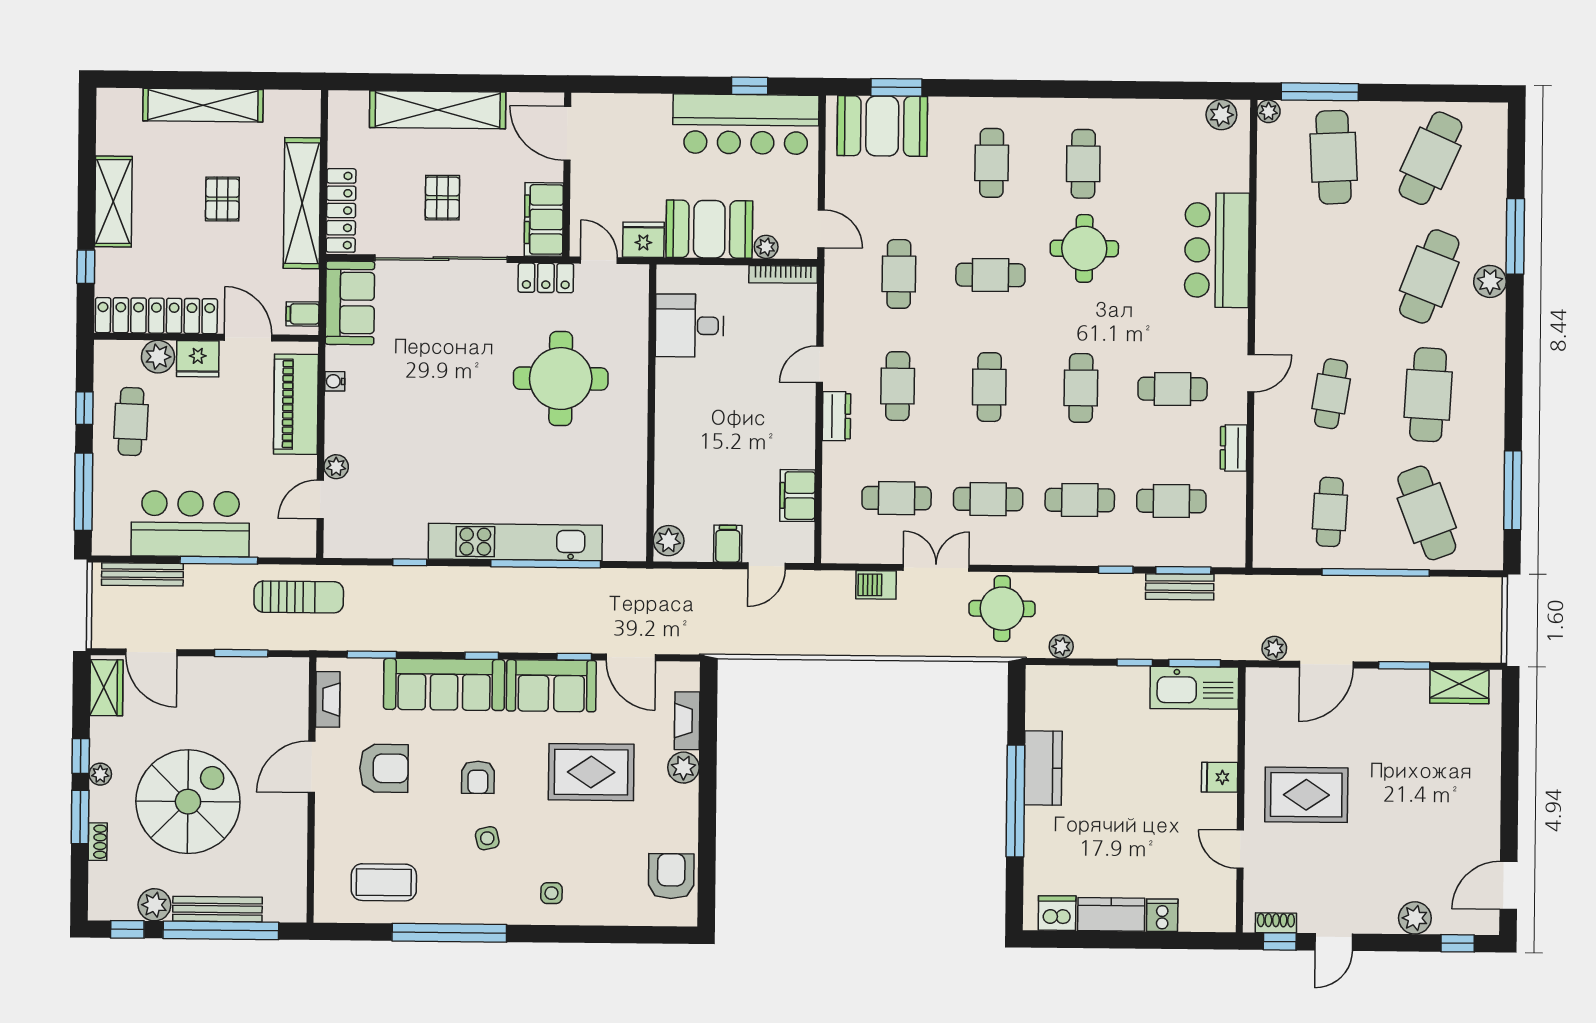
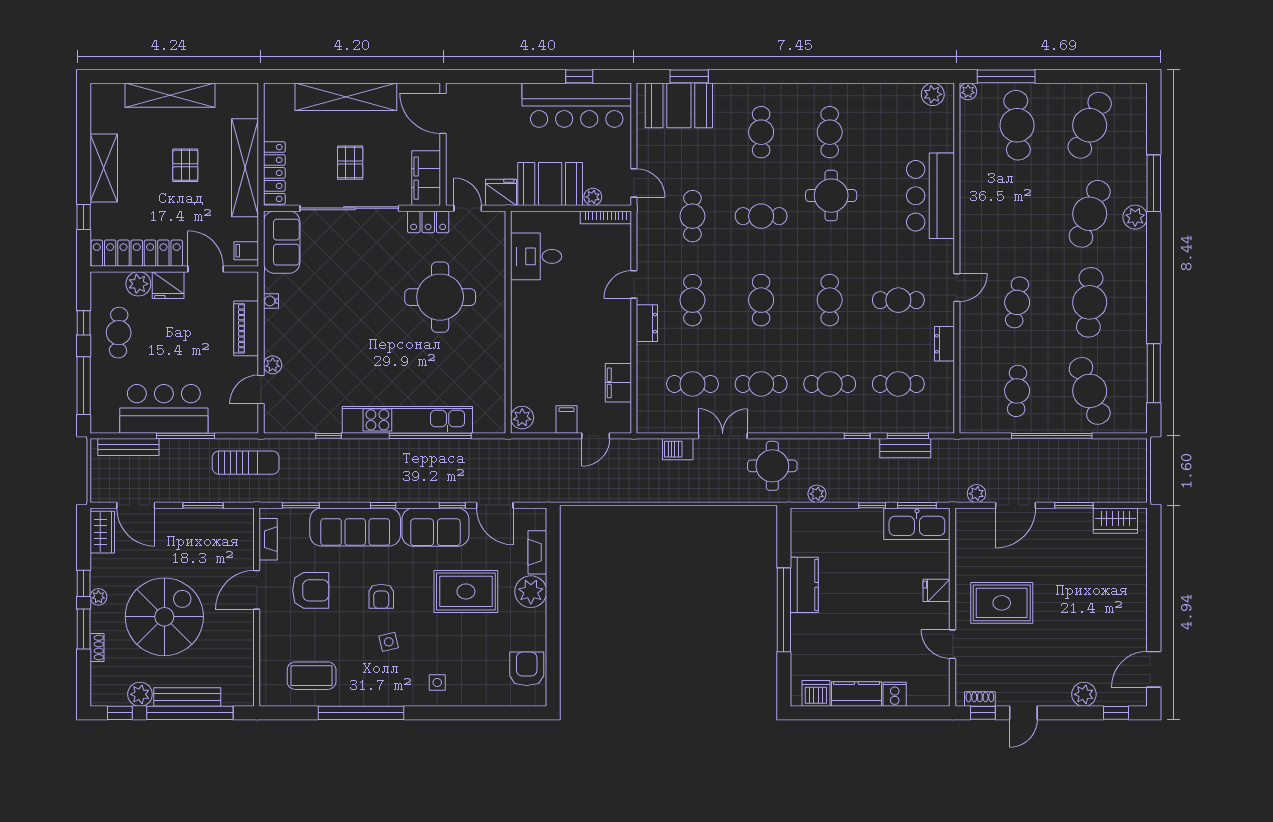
piano: (296, 404) -> (246, 328), width x0.73, depth x0.75
plant: (683, 768) -> (531, 592), width x1.36, depth x1.36

